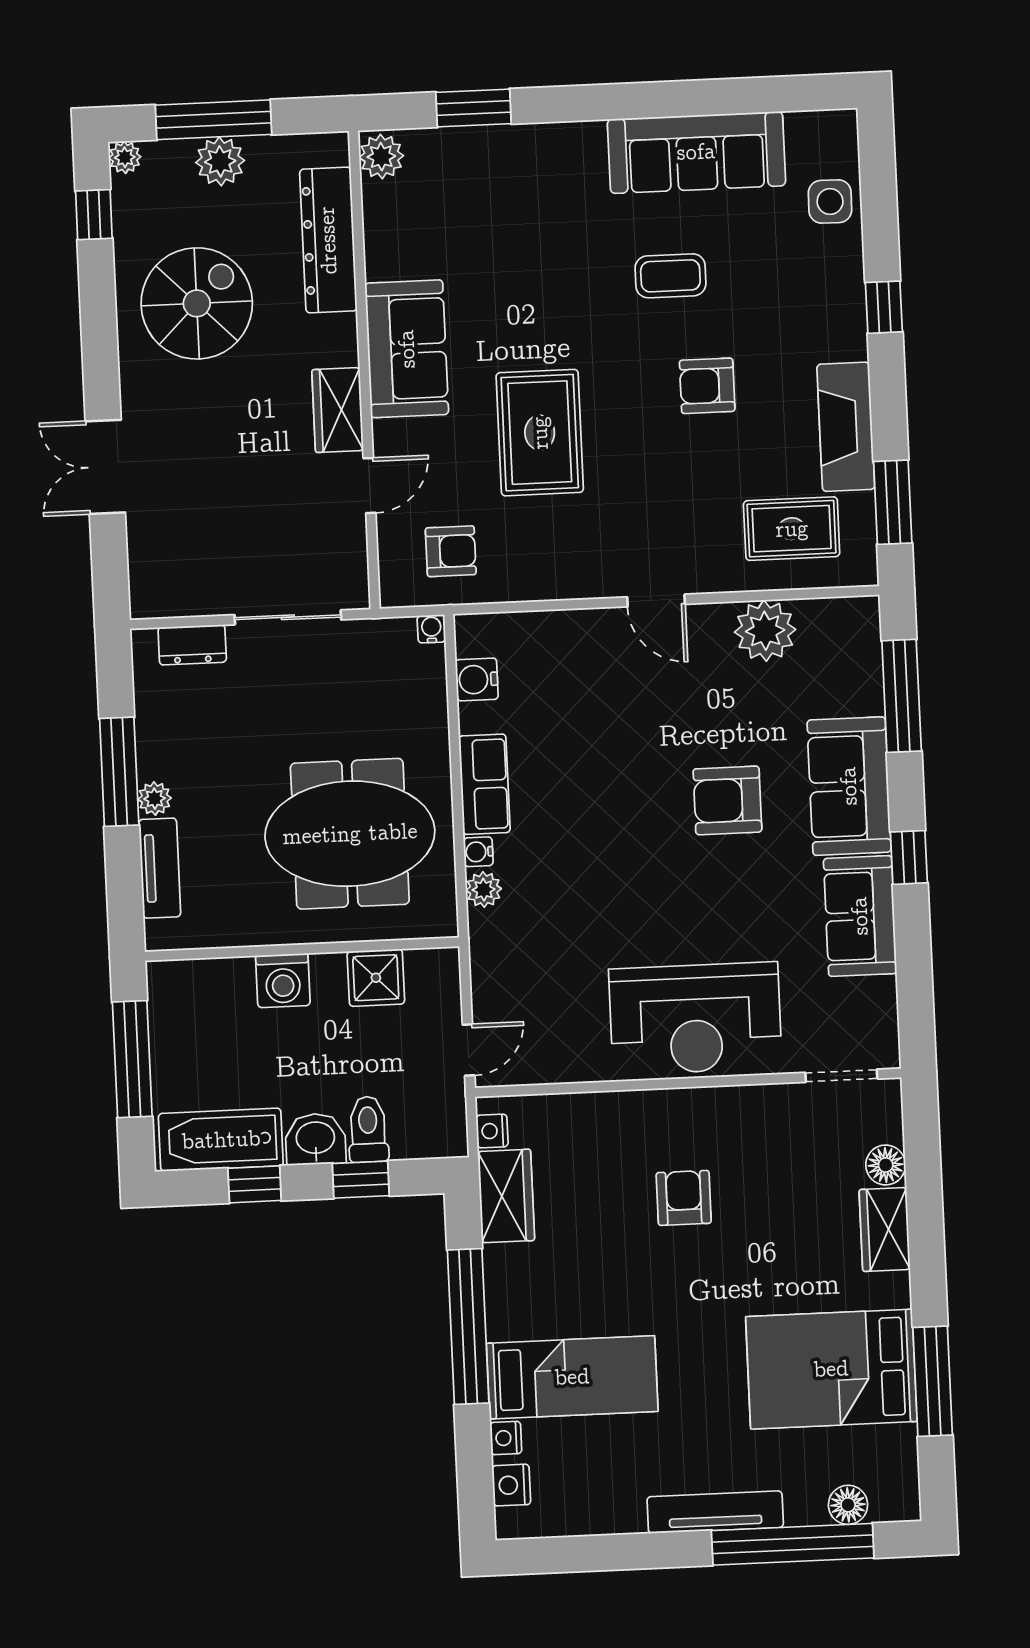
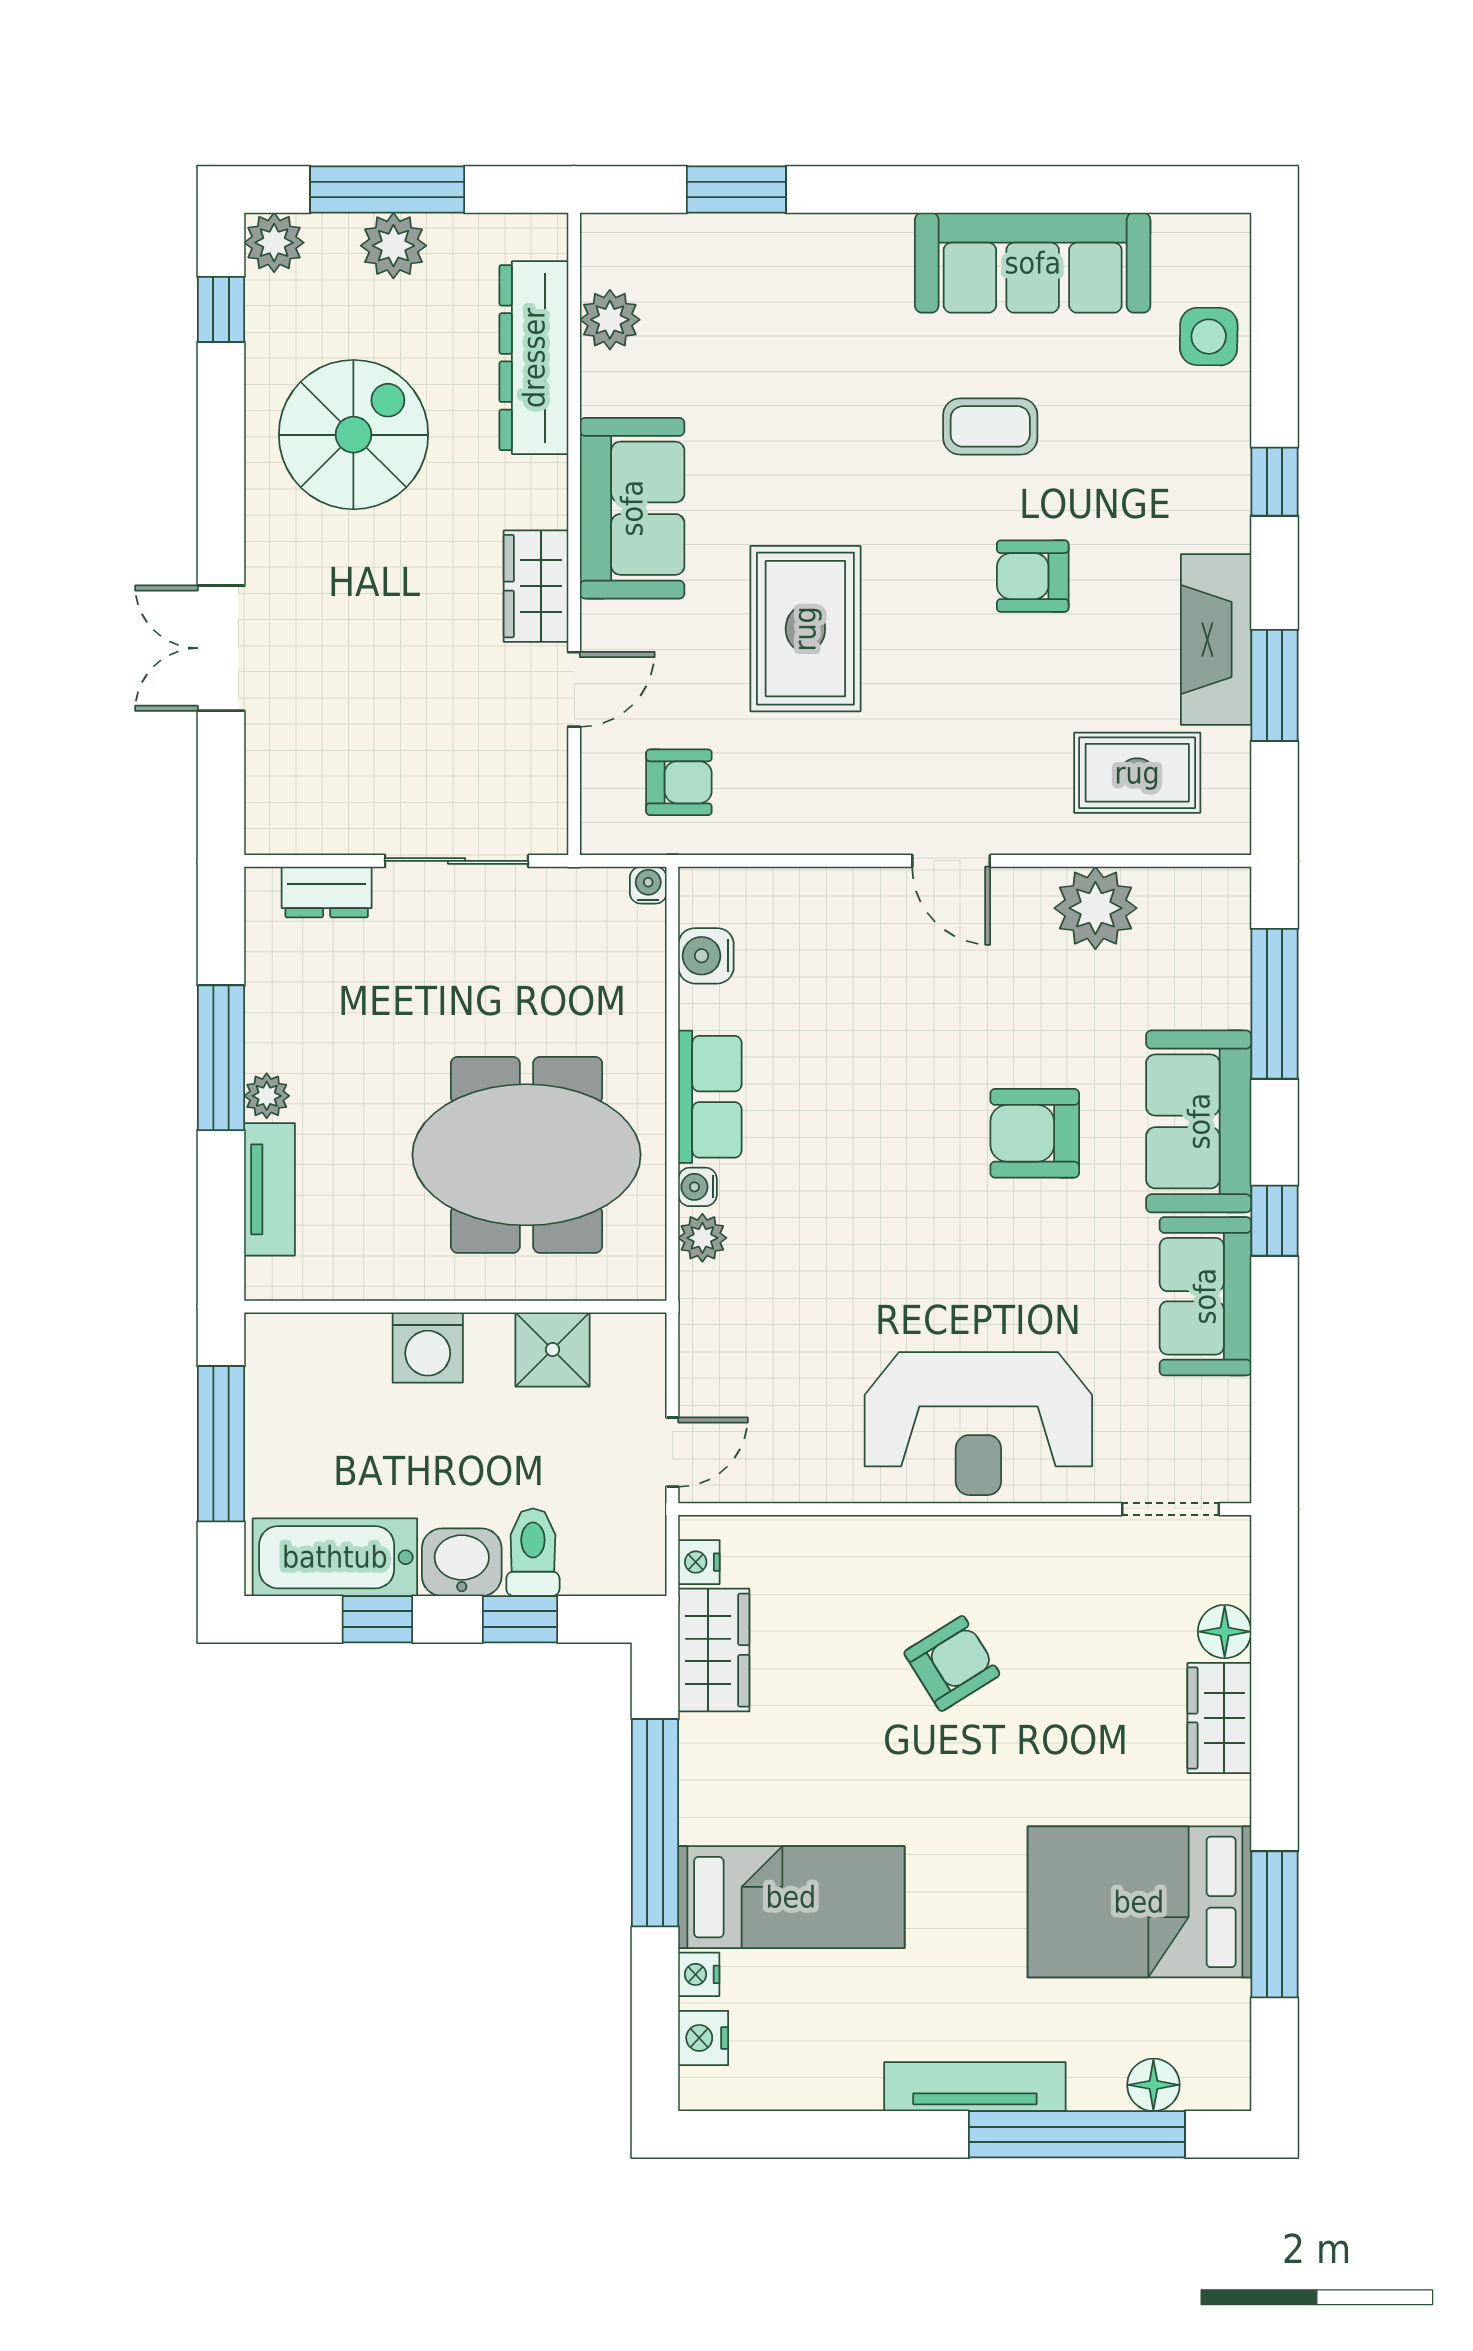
plant: (125, 157) -> (274, 243), width x1.38, depth x1.38
plant: (381, 157) -> (610, 320), moved
window: (893, 502) -> (1274, 685), moved
armchair: (684, 1198) -> (952, 1663), turned 58

